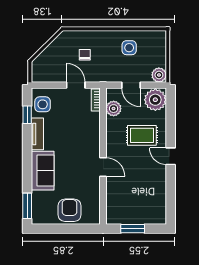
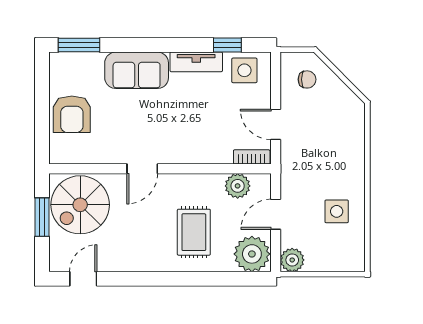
chair: (85, 55) -> (307, 79), moved
door: (76, 85) -> (276, 124), swing flipped
door: (171, 156) -> (83, 279), moved
spiral stairs: (125, 205) -> (80, 205), added
armchair: (70, 210) -> (72, 114), turned 90

